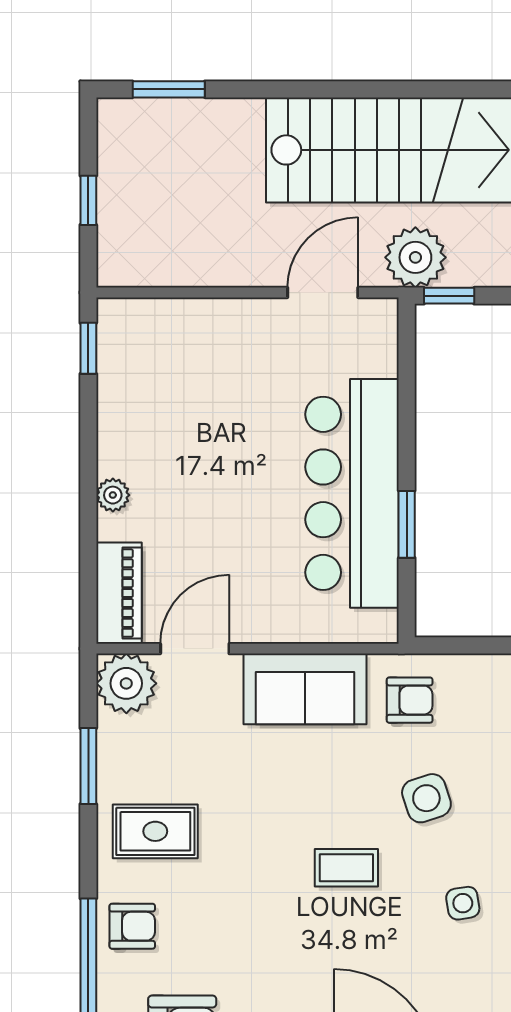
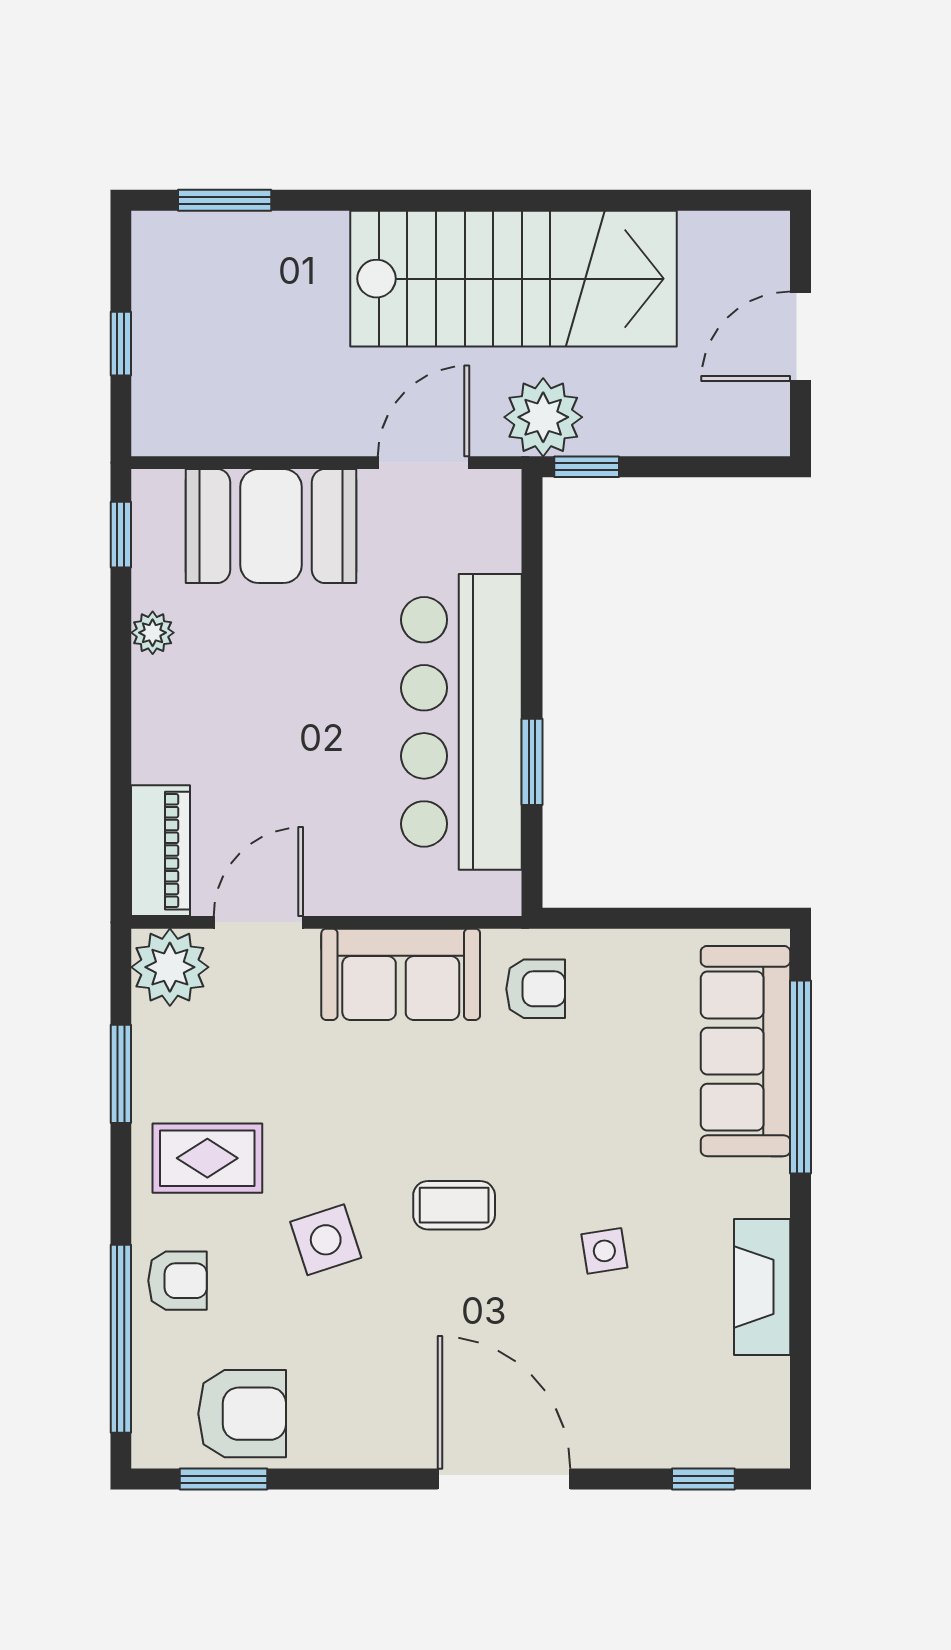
booth: (205, 342) -> (271, 526), added
plant: (113, 495) -> (153, 633), moved
side table: (426, 798) -> (326, 1240), moved

